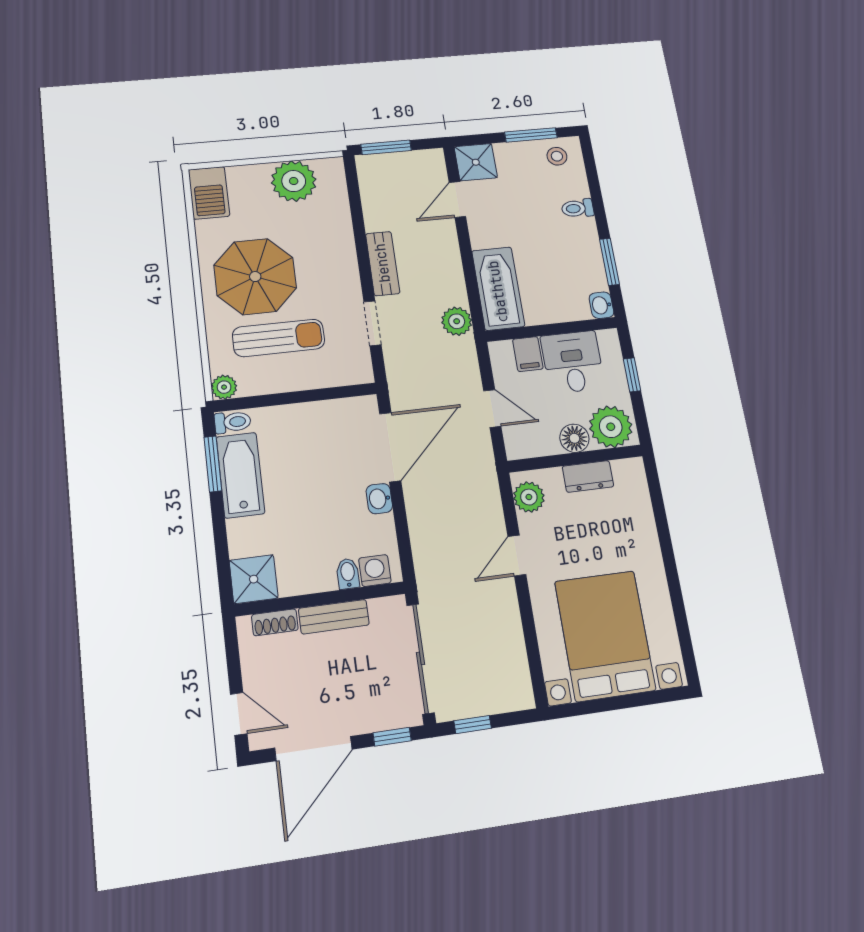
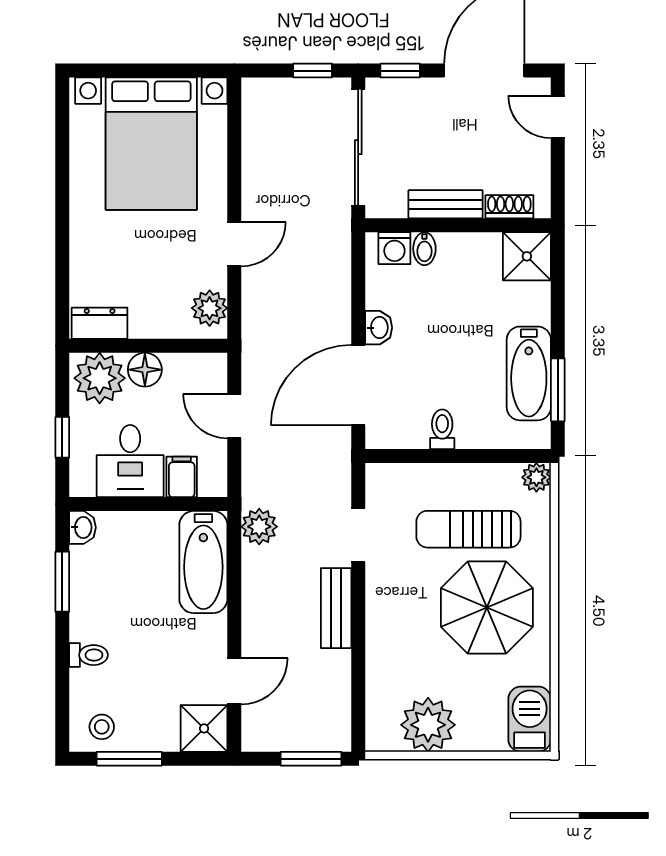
toilet: (233, 422) -> (442, 429), moved, turned 90
dresser: (588, 476) -> (100, 323), moved

